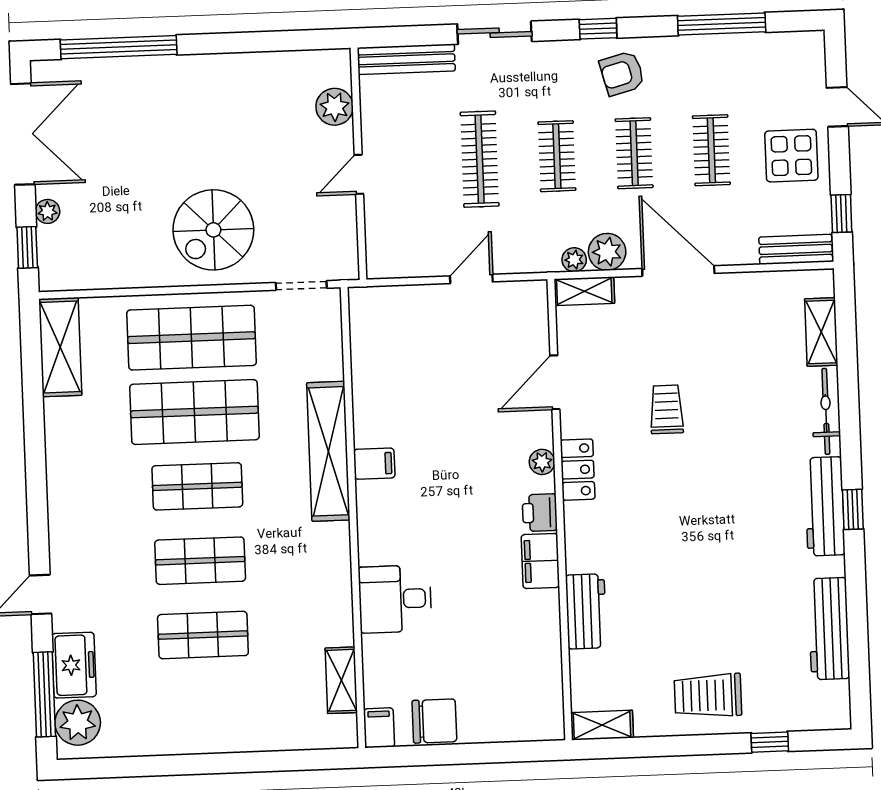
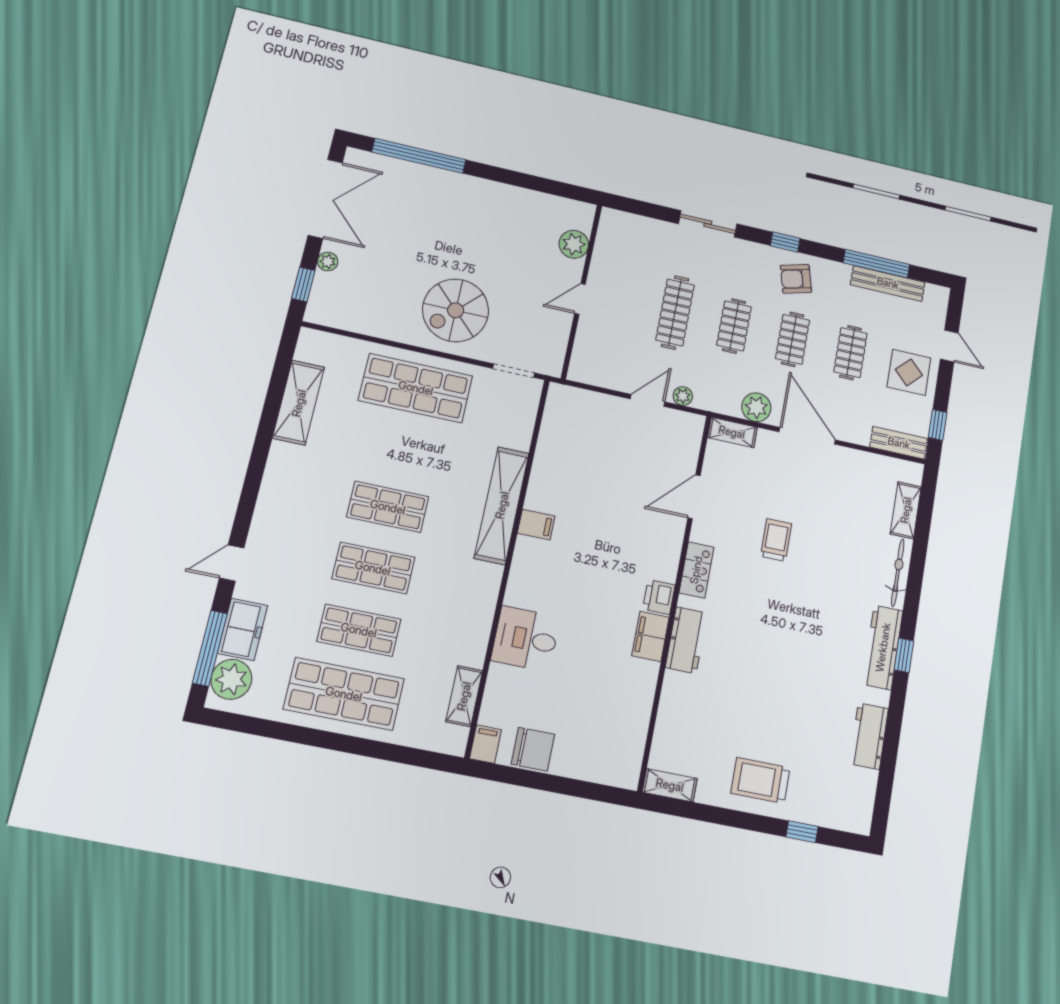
bench: (406, 59) -> (888, 283), moved
plant: (574, 260) -> (683, 396), moved
shelving: (60, 347) -> (299, 403), moved
shop shelf: (194, 412) -> (344, 694), moved
plant: (542, 462) -> (670, 557), removed
workbench: (586, 611) -> (686, 640), moved
workbench: (829, 629) -> (869, 736), width x0.73

